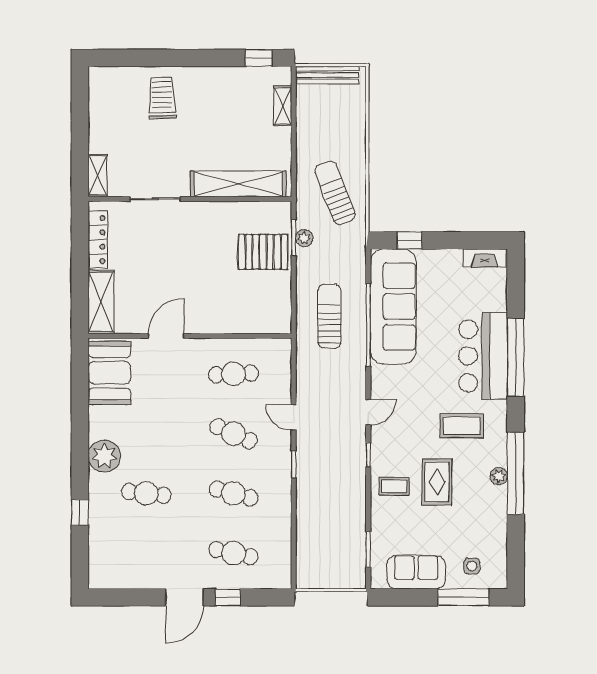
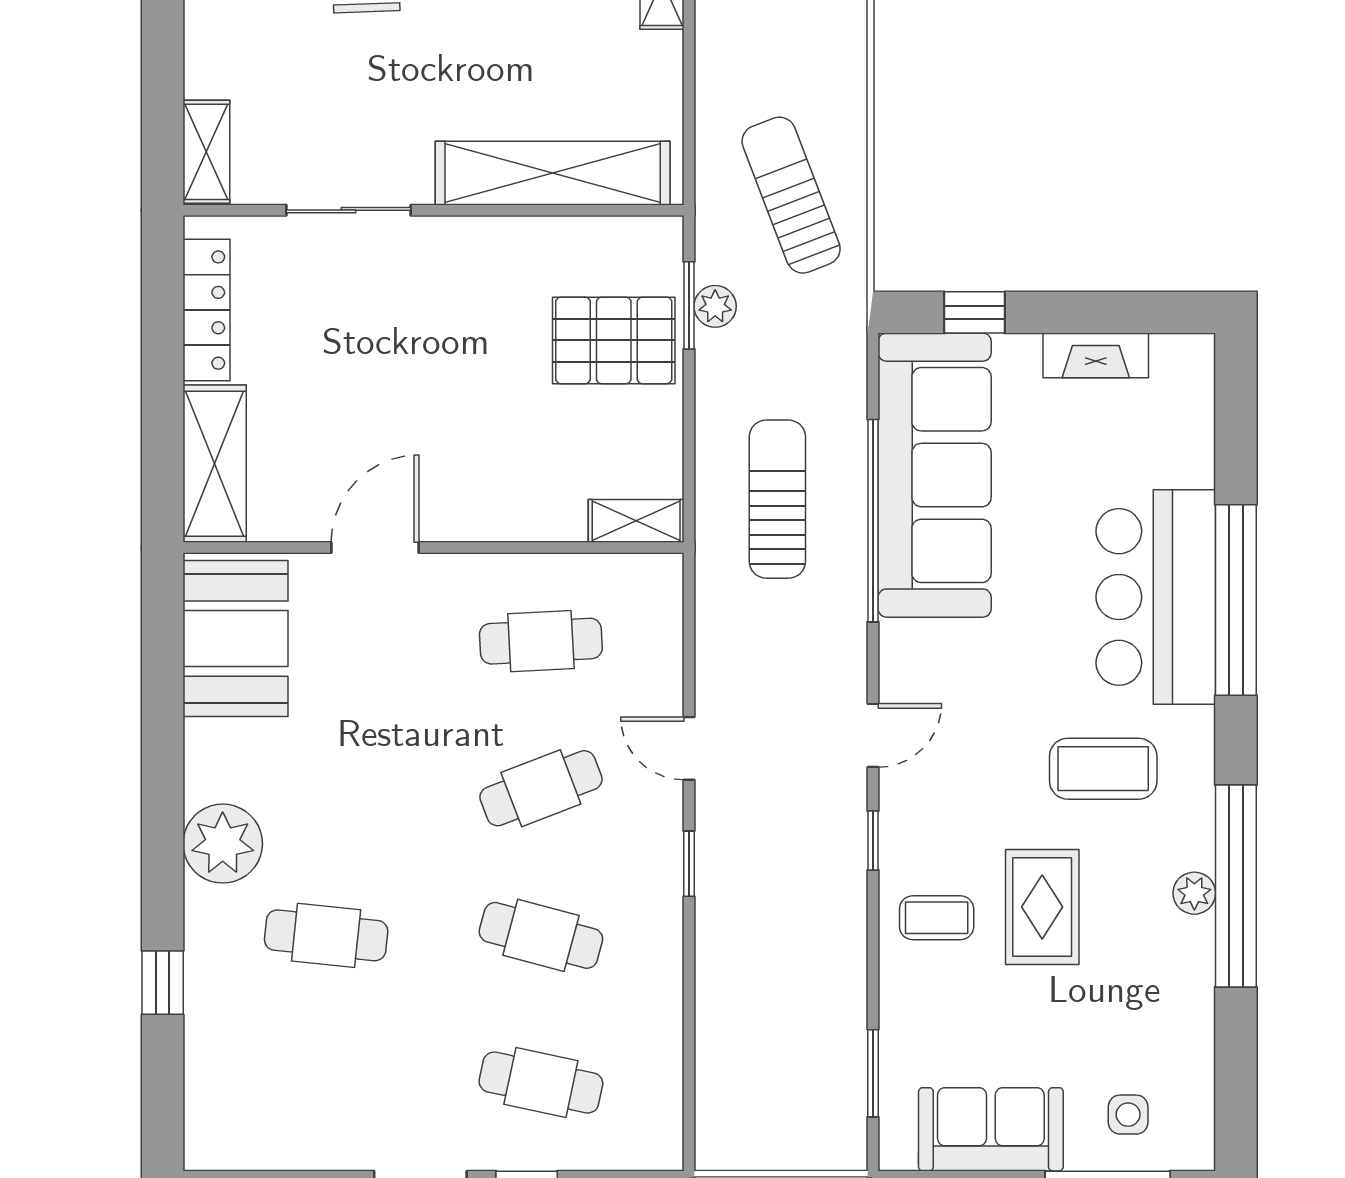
fireplace: (485, 258) -> (1096, 355), moved
shelving: (272, 325) -> (636, 521), added
cafe table: (233, 434) -> (541, 788), turned -45

